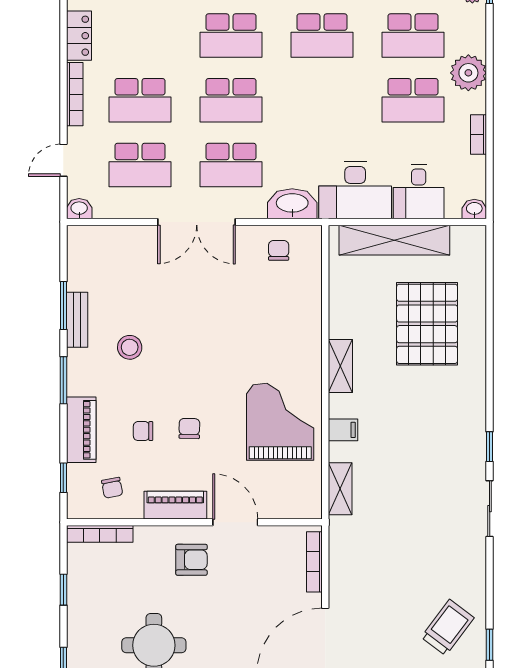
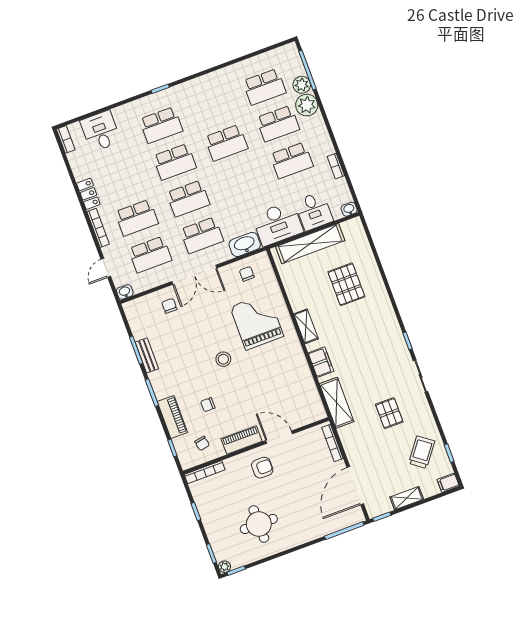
plant: (468, 73) -> (307, 105), moved
pallet: (427, 324) -> (346, 284), width x0.73, depth x0.71
stool: (130, 347) -> (223, 359), moved
grand piano: (280, 422) -> (257, 322), moved
chair: (189, 428) -> (169, 306), moved
filing cabinet: (343, 430) -> (321, 362), width x2.00
shelving: (340, 489) -> (337, 403), width x1.50, depth x1.33
pallet: (420, 548) -> (389, 413), added

